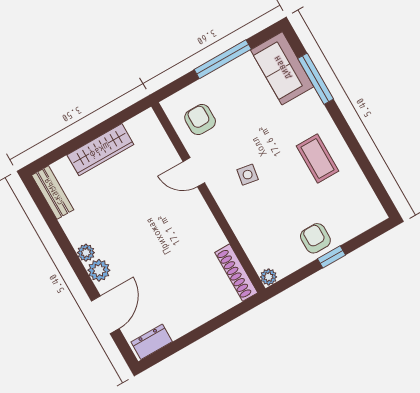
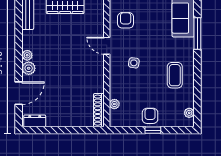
plant: (370, 201) -> (189, 113), added
plant: (269, 277) -> (114, 104), moved

